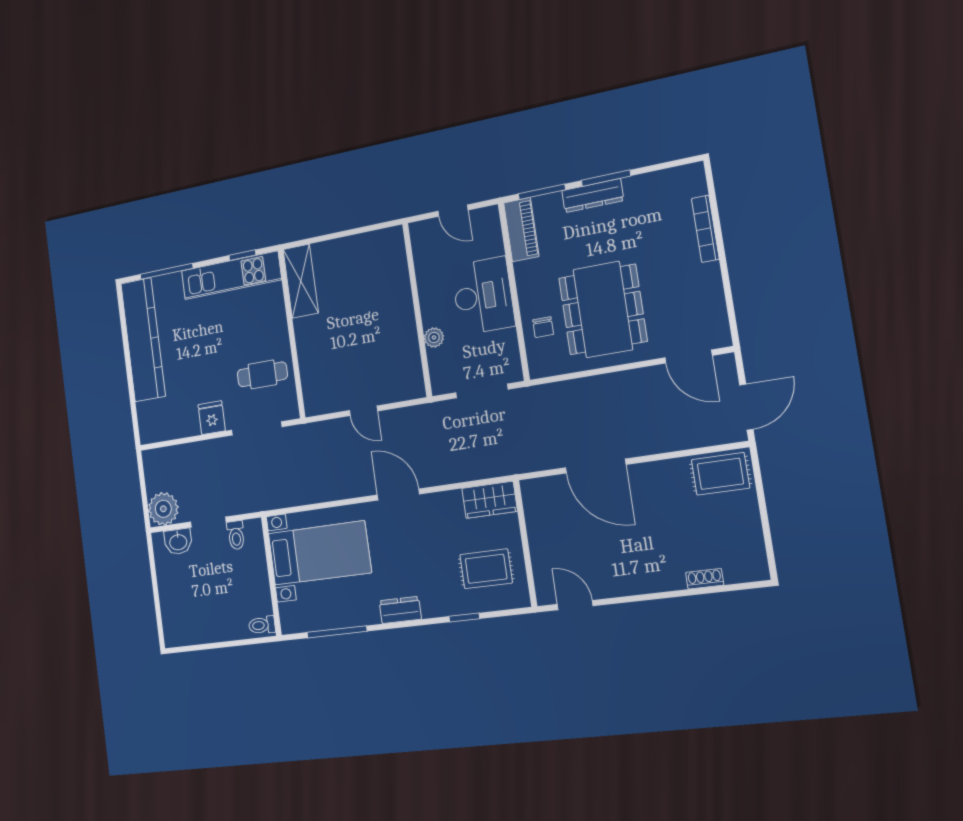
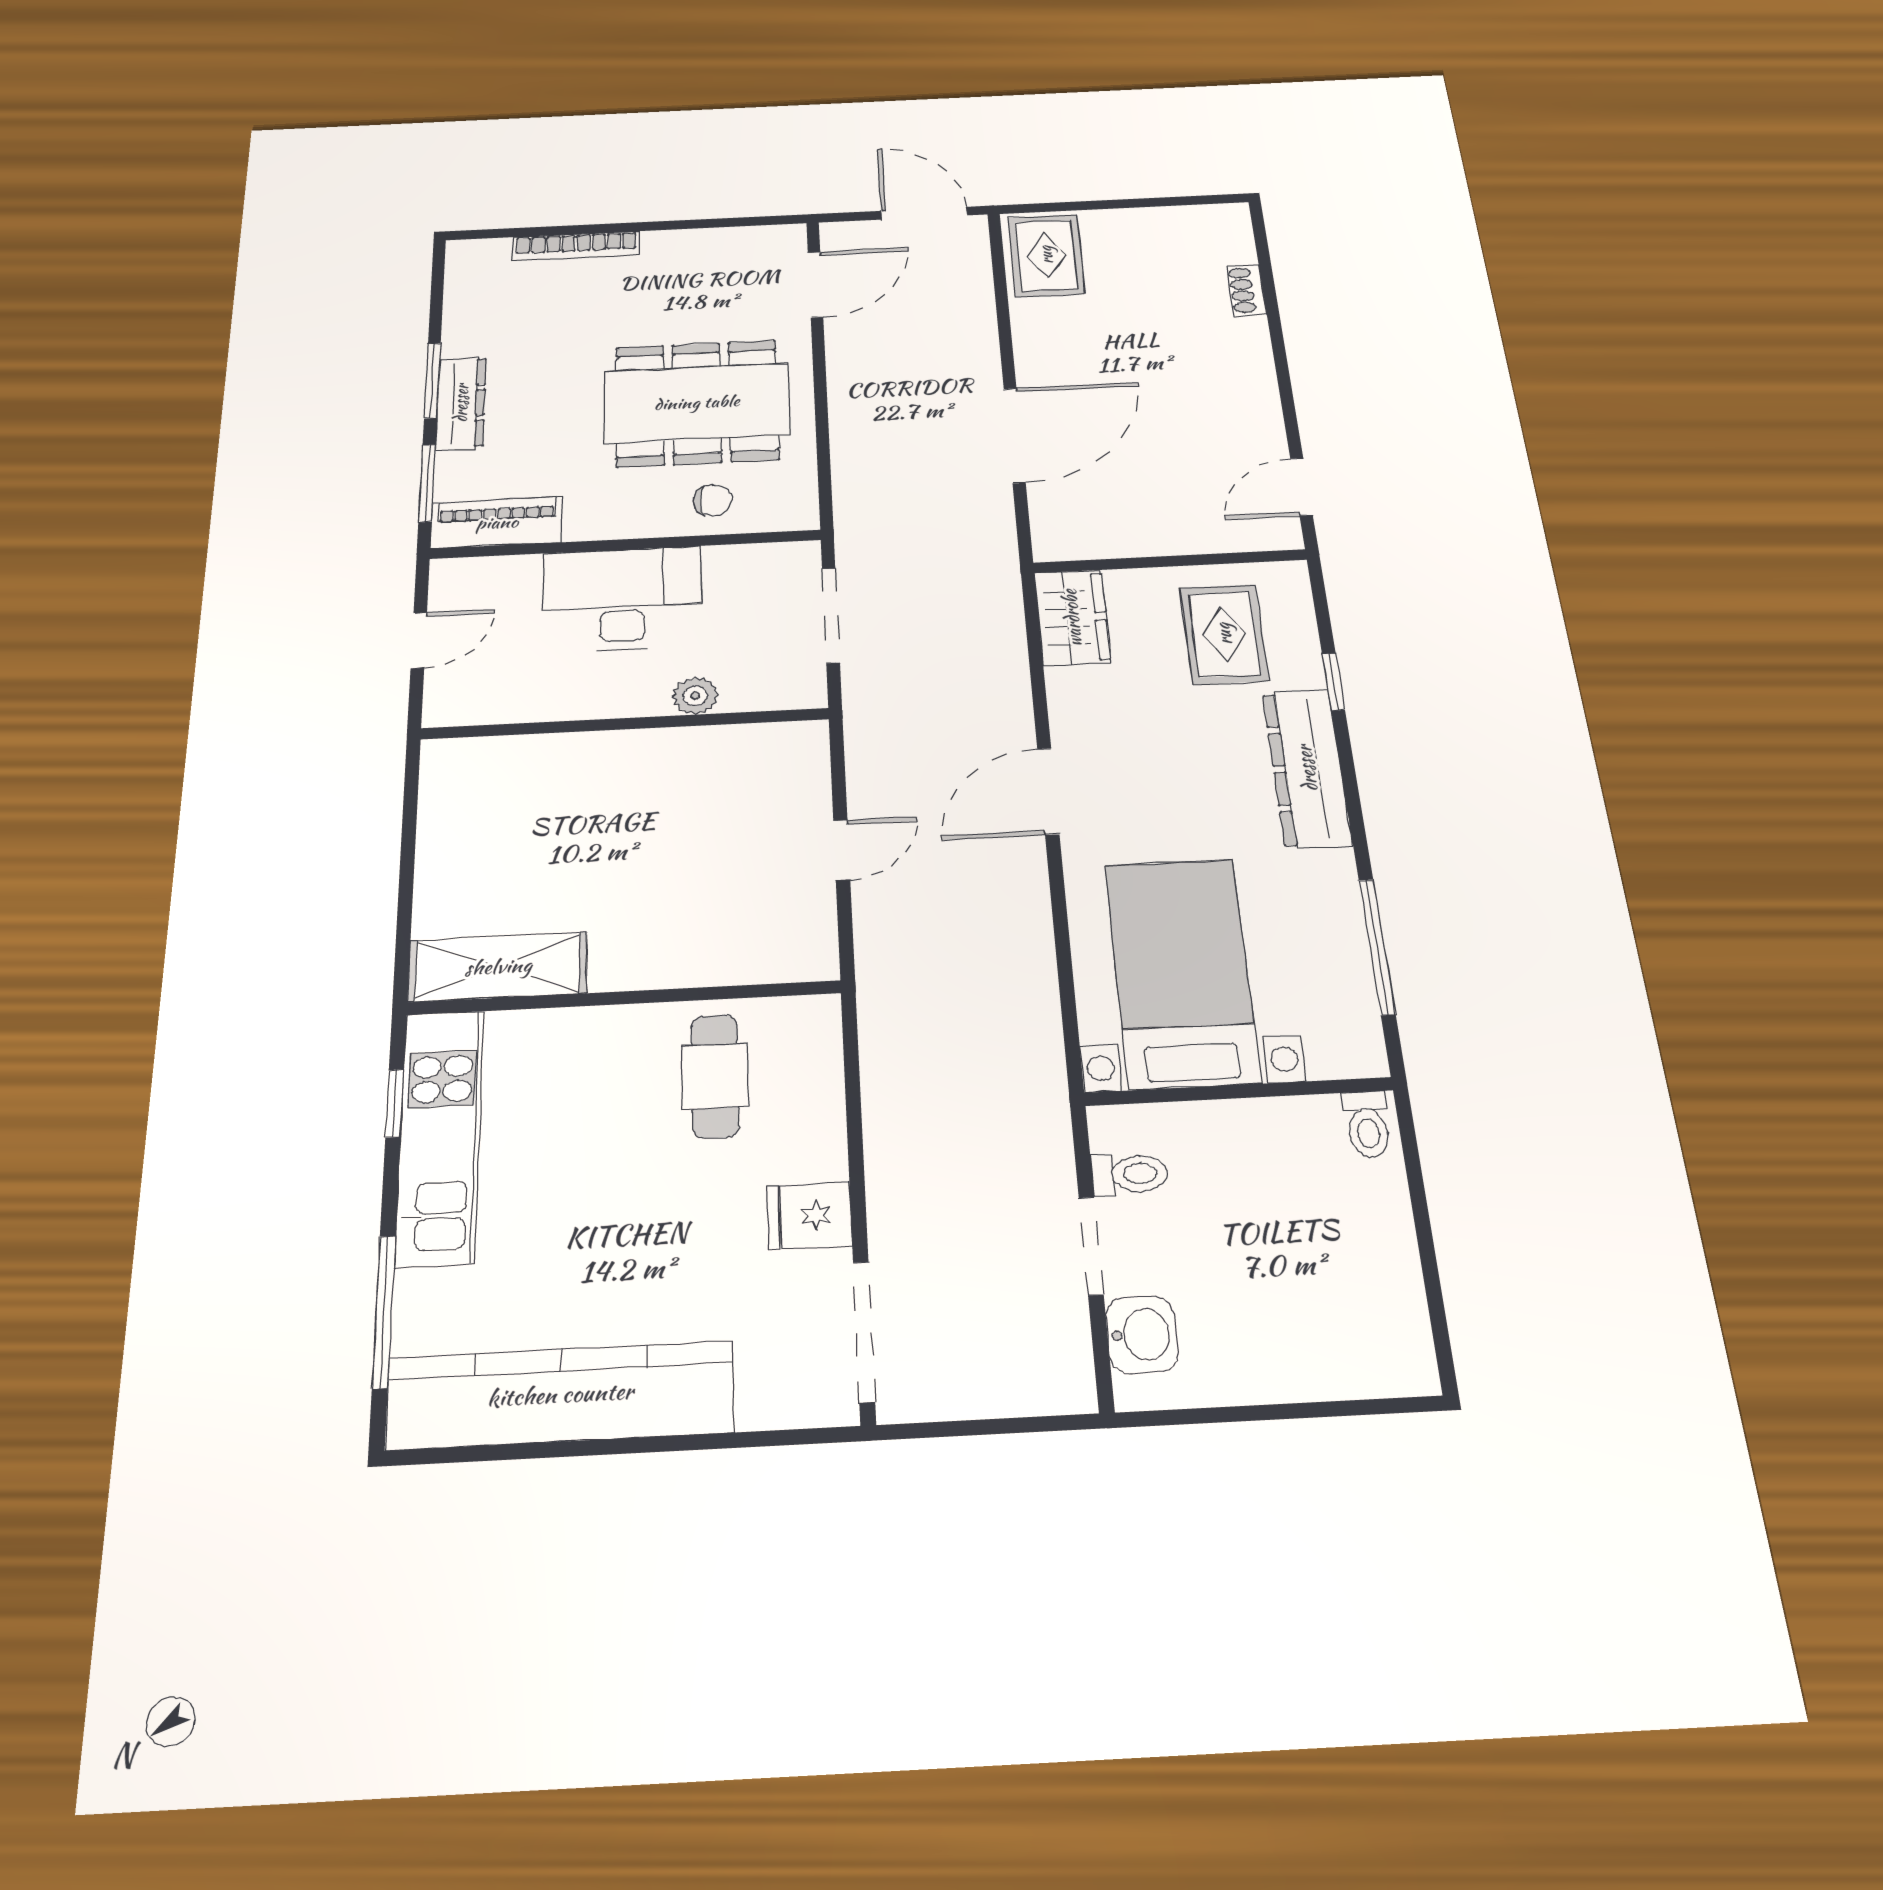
doorway: (257, 429) -> (864, 1332), moved
plant: (163, 509) -> (1048, 1371), removed
dresser: (400, 610) -> (1307, 768), width x1.96, depth x1.24

